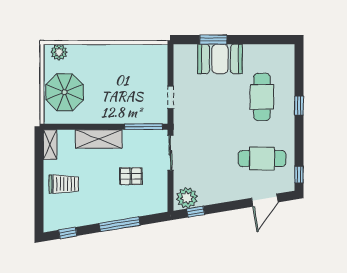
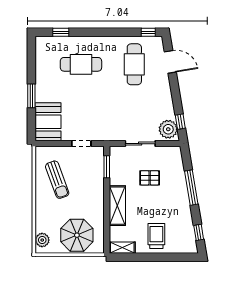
window: (213, 40) -> (31, 96), moved
booth: (220, 59) -> (48, 122), moved
sun lounger: (129, 69) -> (57, 180), added
window: (299, 105) -> (61, 32), moved
window: (144, 127) -> (107, 167), width x0.69
sliding door: (170, 153) -> (140, 144), moved
pallet: (131, 176) -> (150, 178), turned 90

